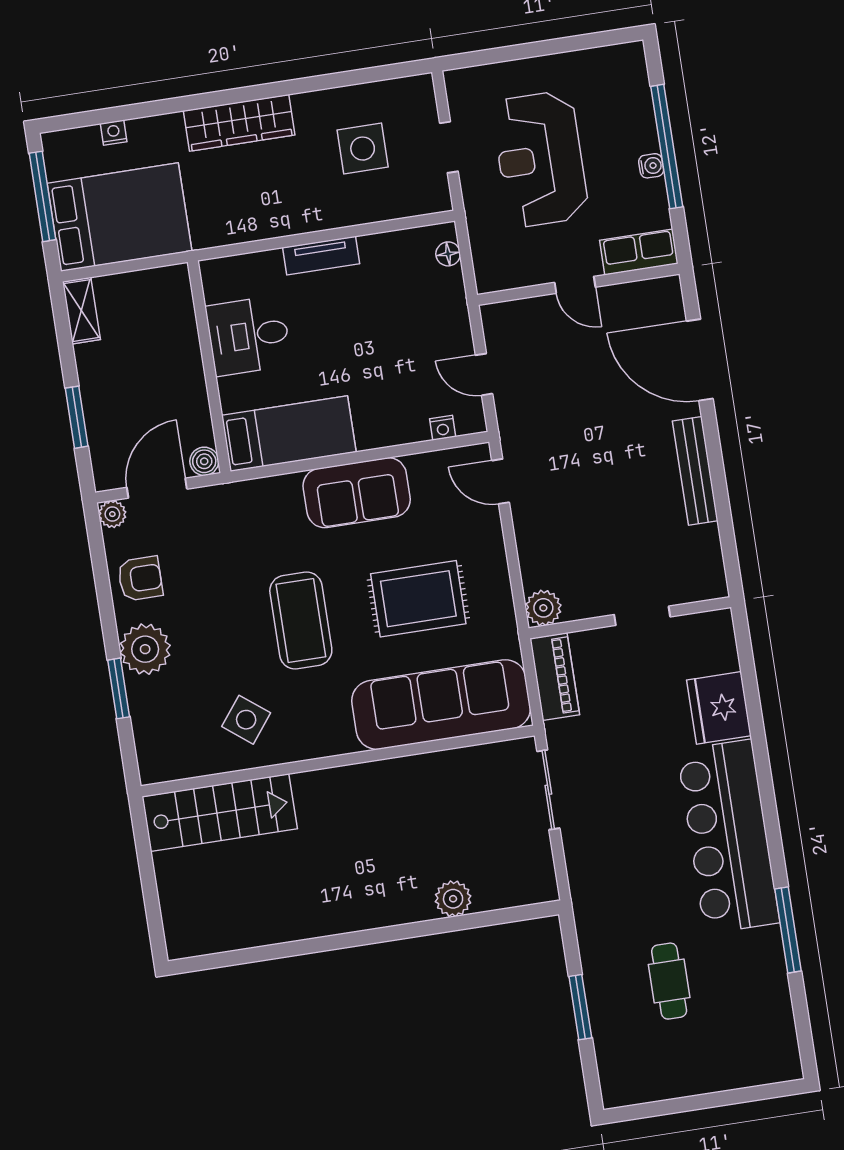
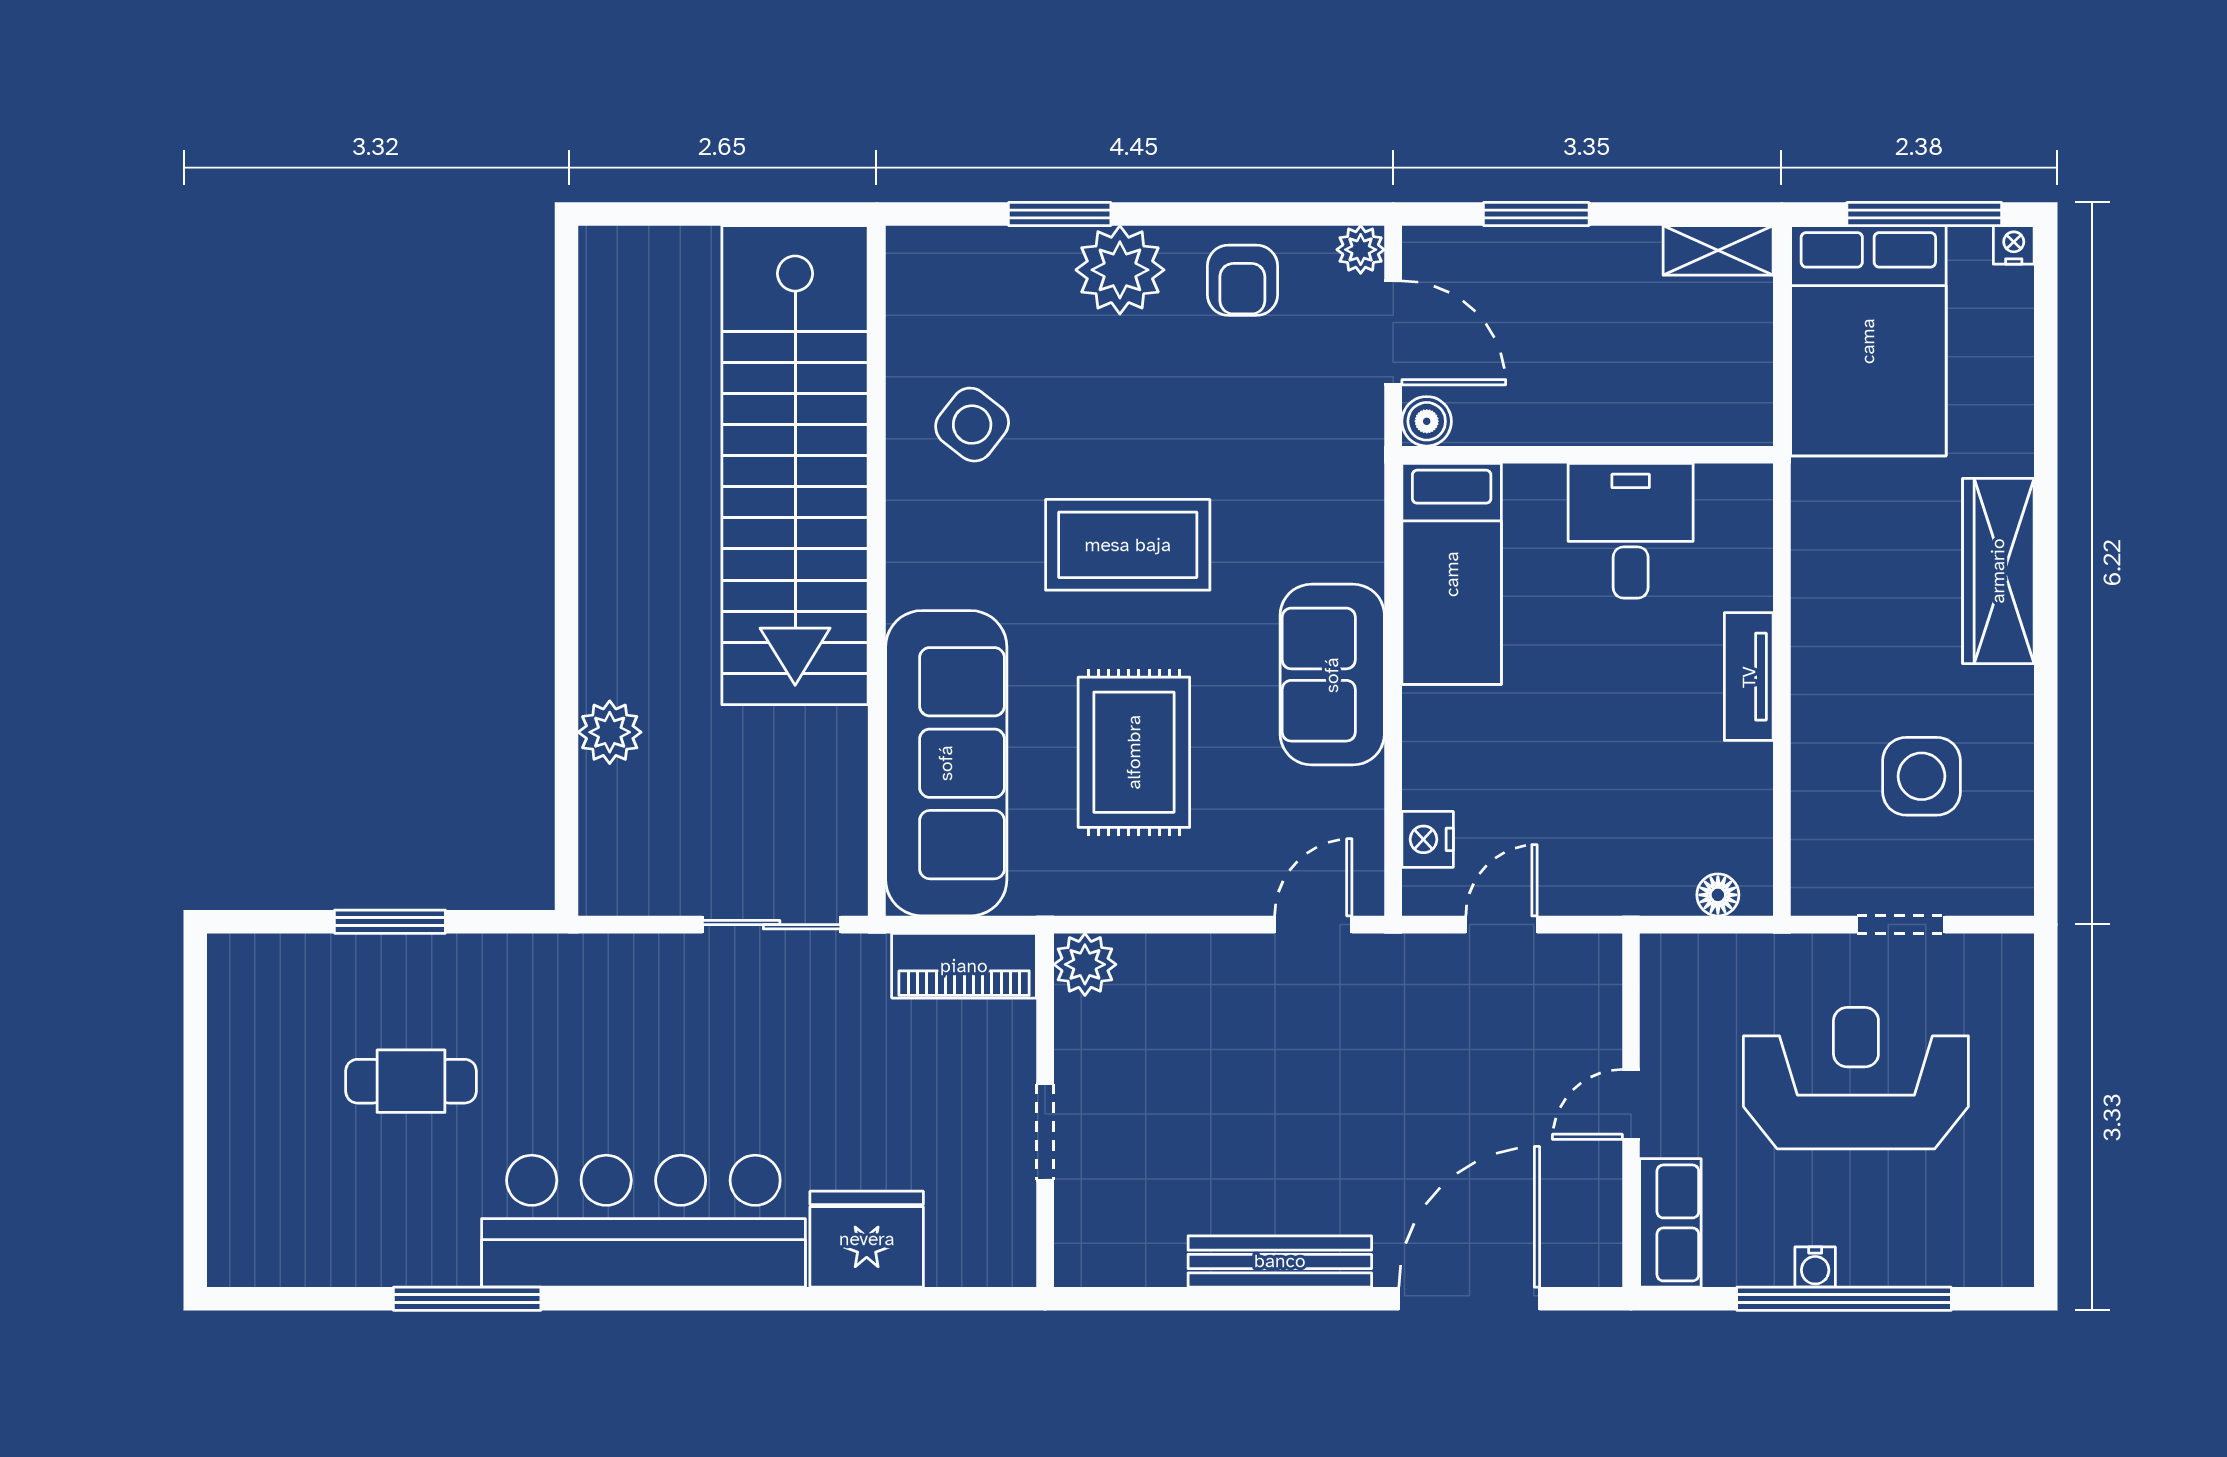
nightstand: (114, 133) -> (2014, 245), moved, turned -90
nightstand: (443, 428) -> (1428, 839), width x1.39, depth x1.35
stairs: (220, 813) -> (795, 465), width x1.86, depth x1.51

